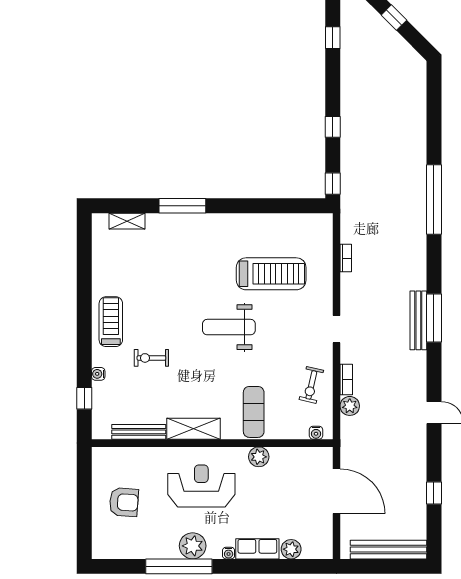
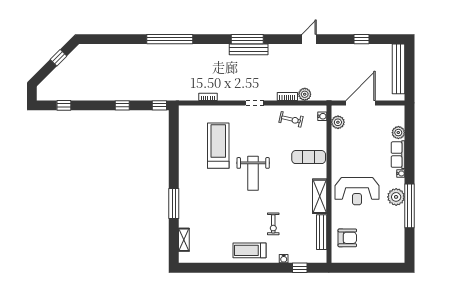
window: (394, 18) -> (58, 58), moved
plant: (259, 457) -> (338, 122), moved
reception desk: (201, 486) -> (357, 191), turned -90
armchair: (124, 502) -> (347, 238), moved, turned 86

